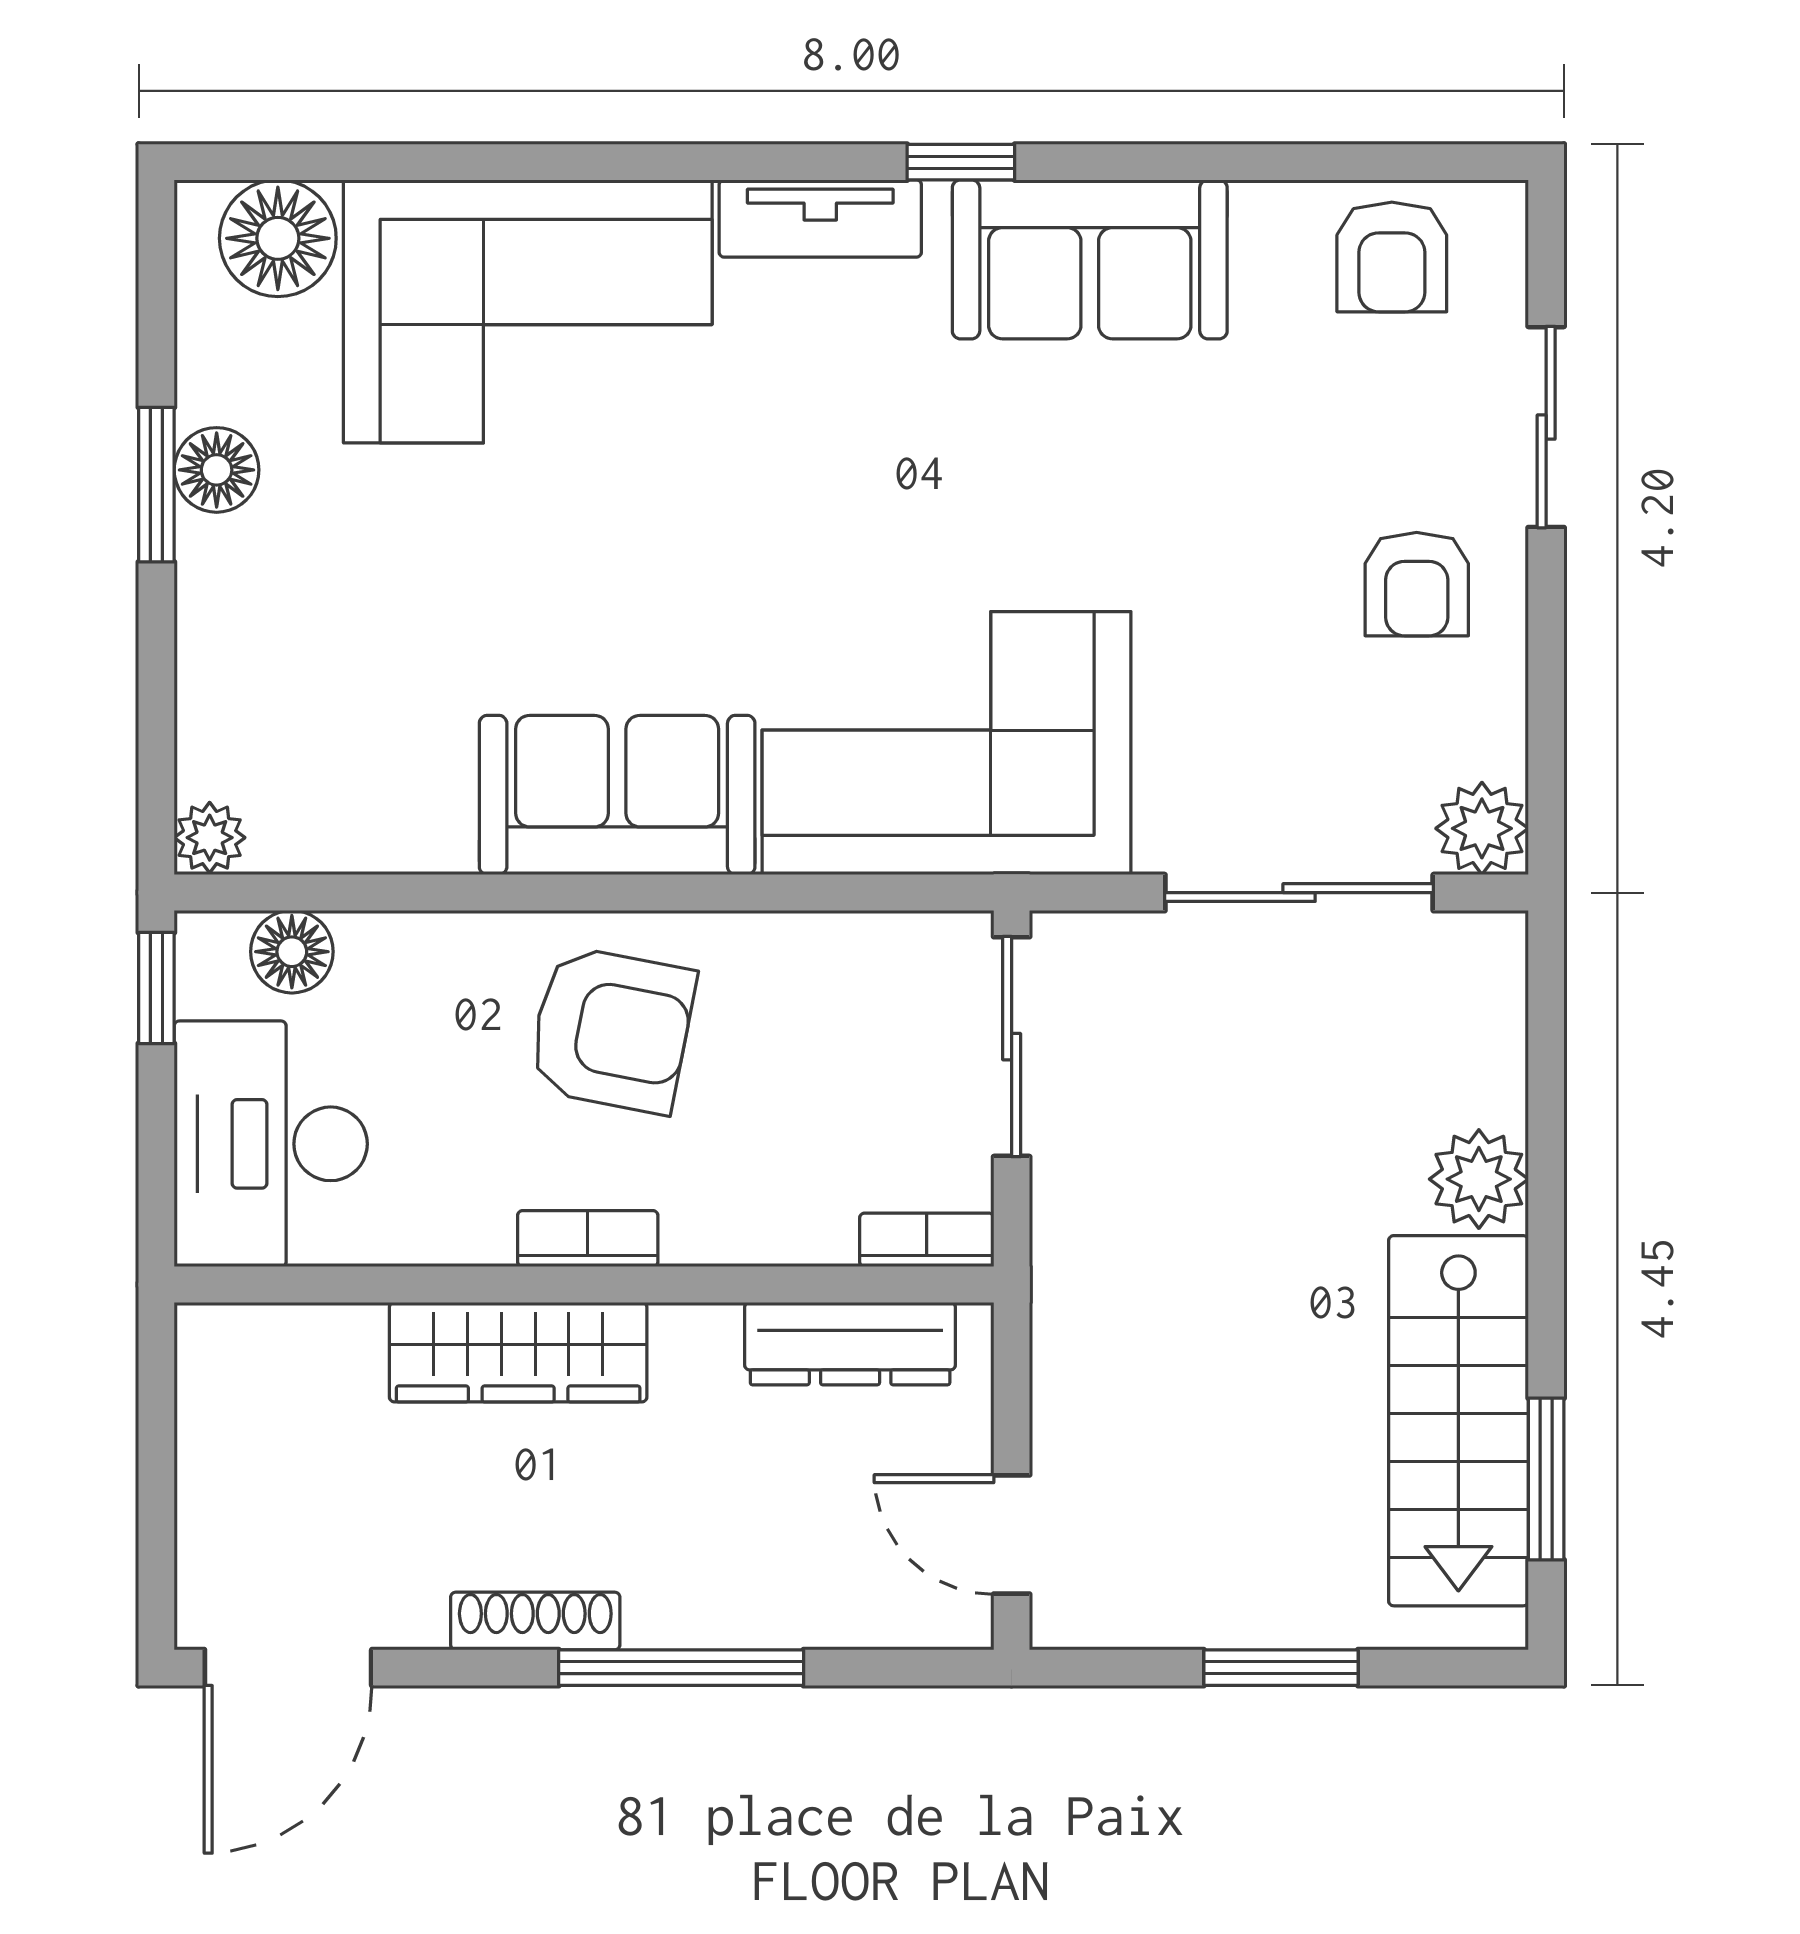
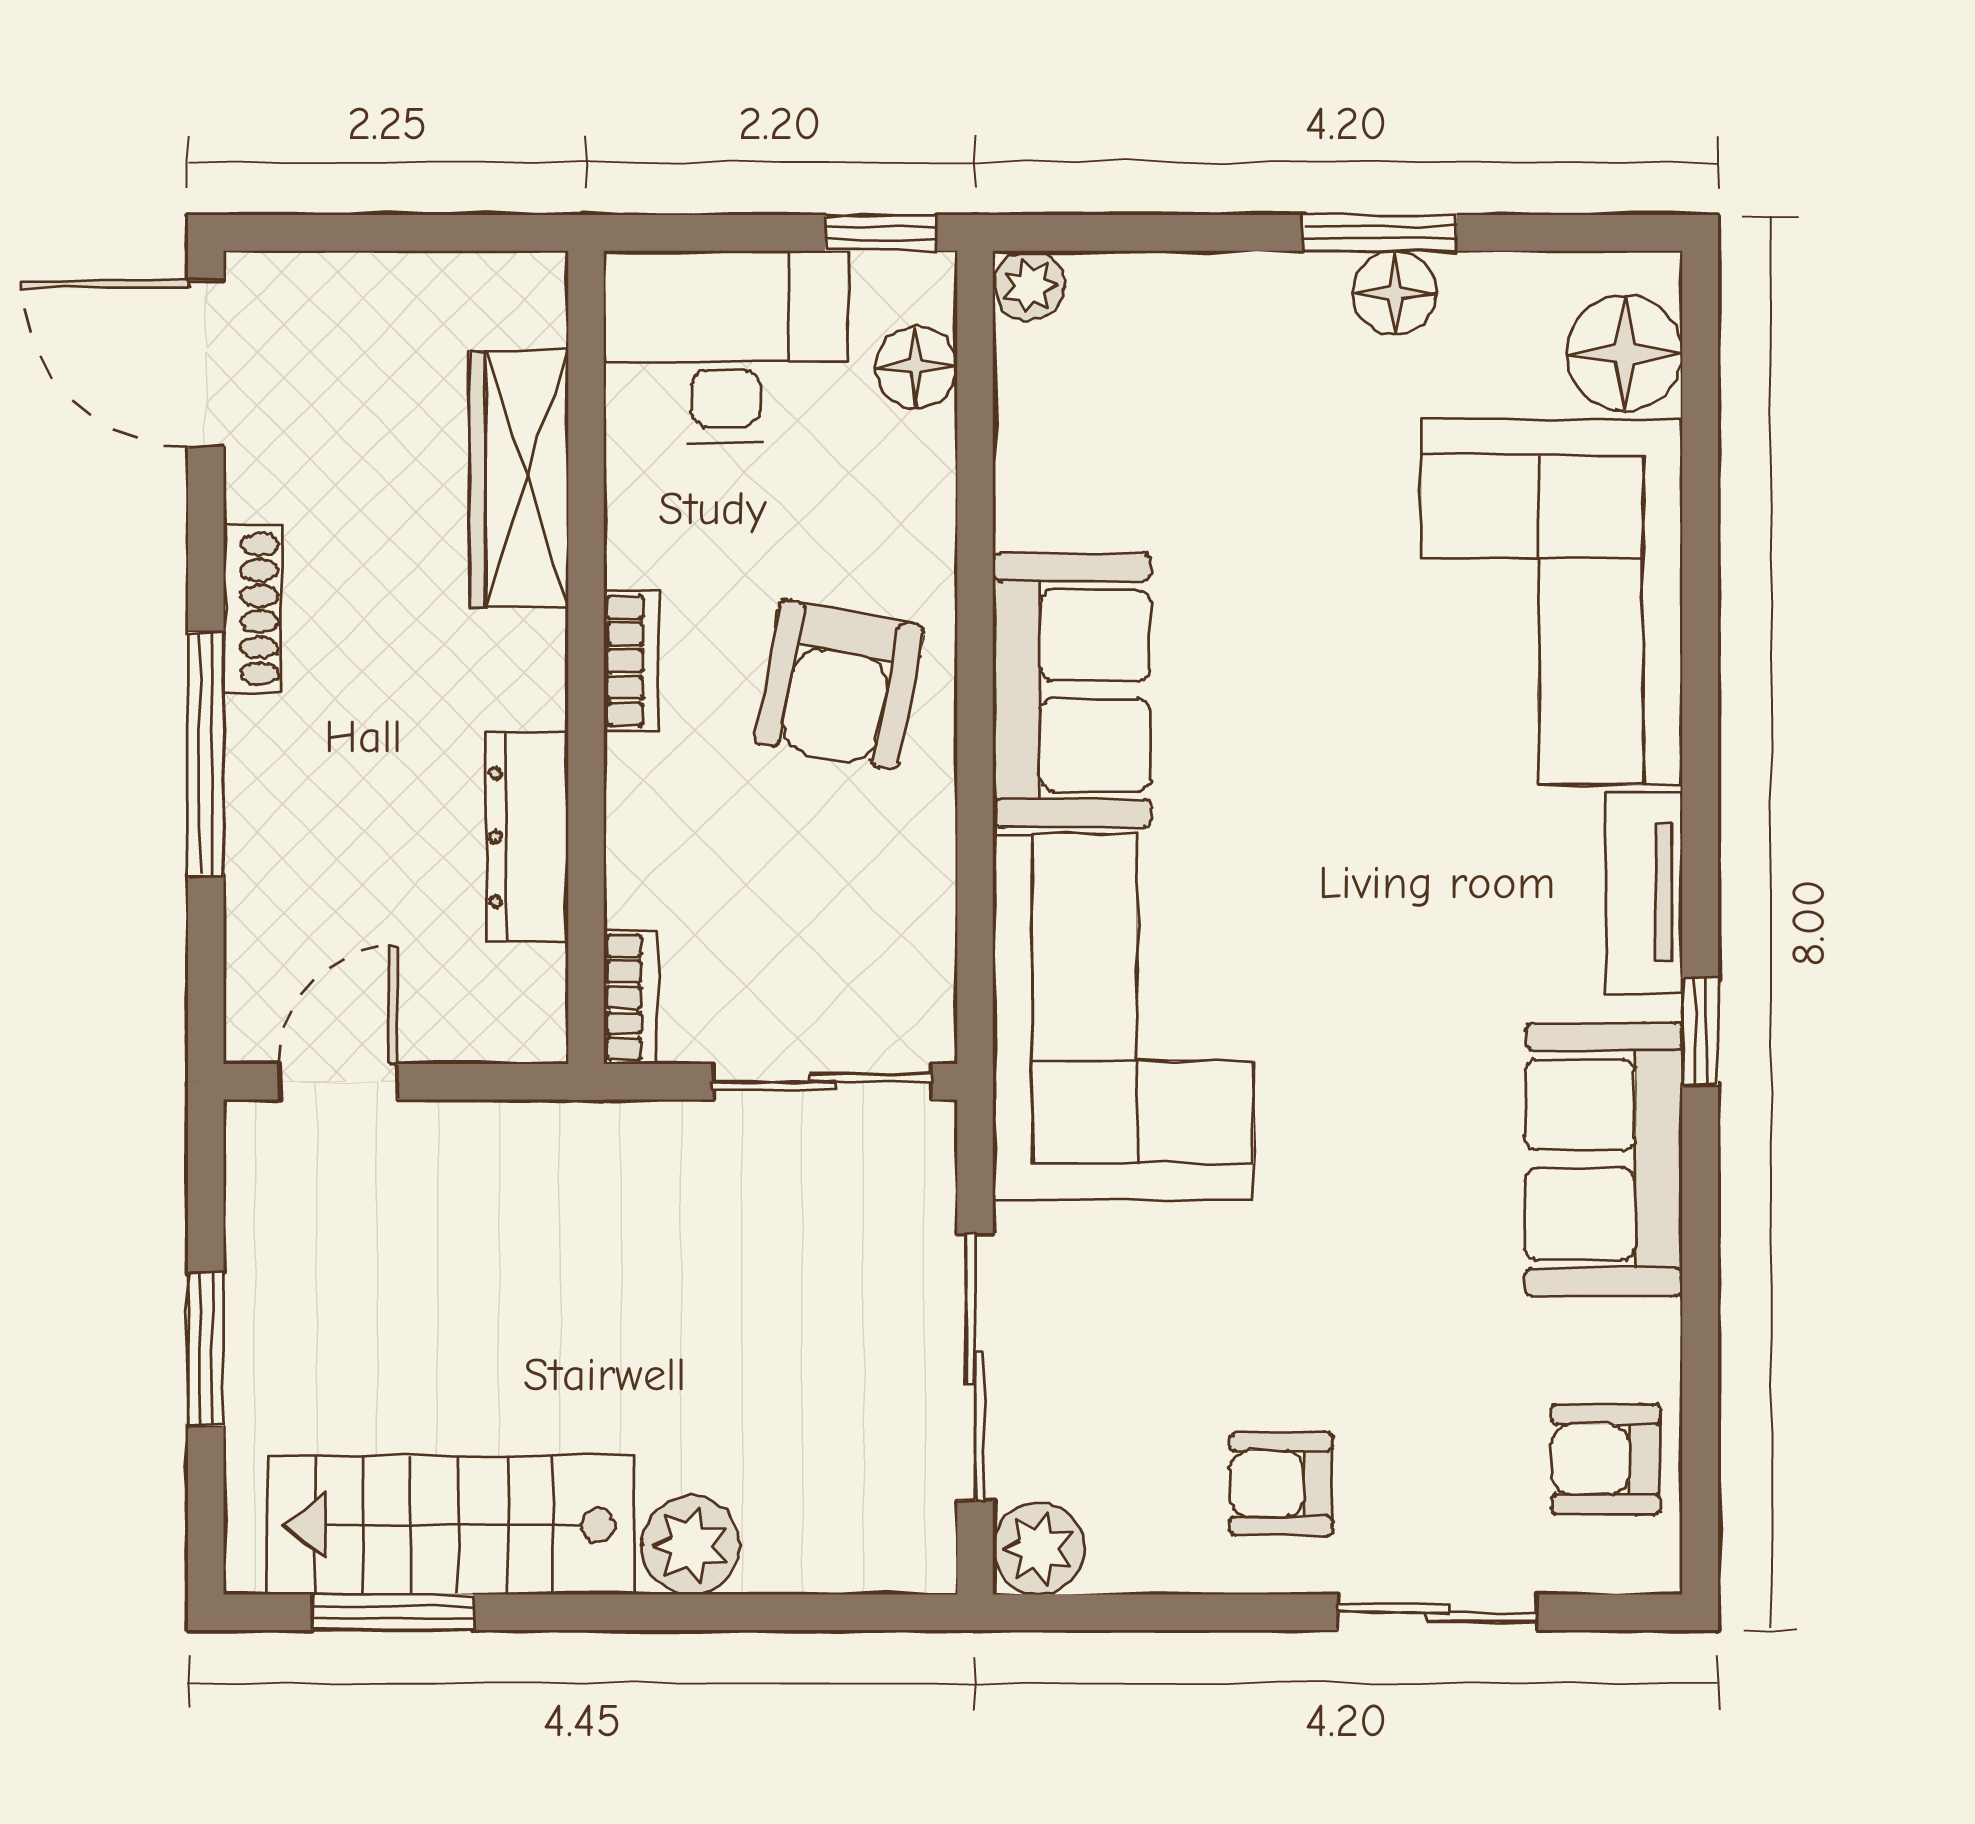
dresser: (850, 1344) -> (527, 837), moved
wardrobe: (518, 1352) -> (519, 479), moved

